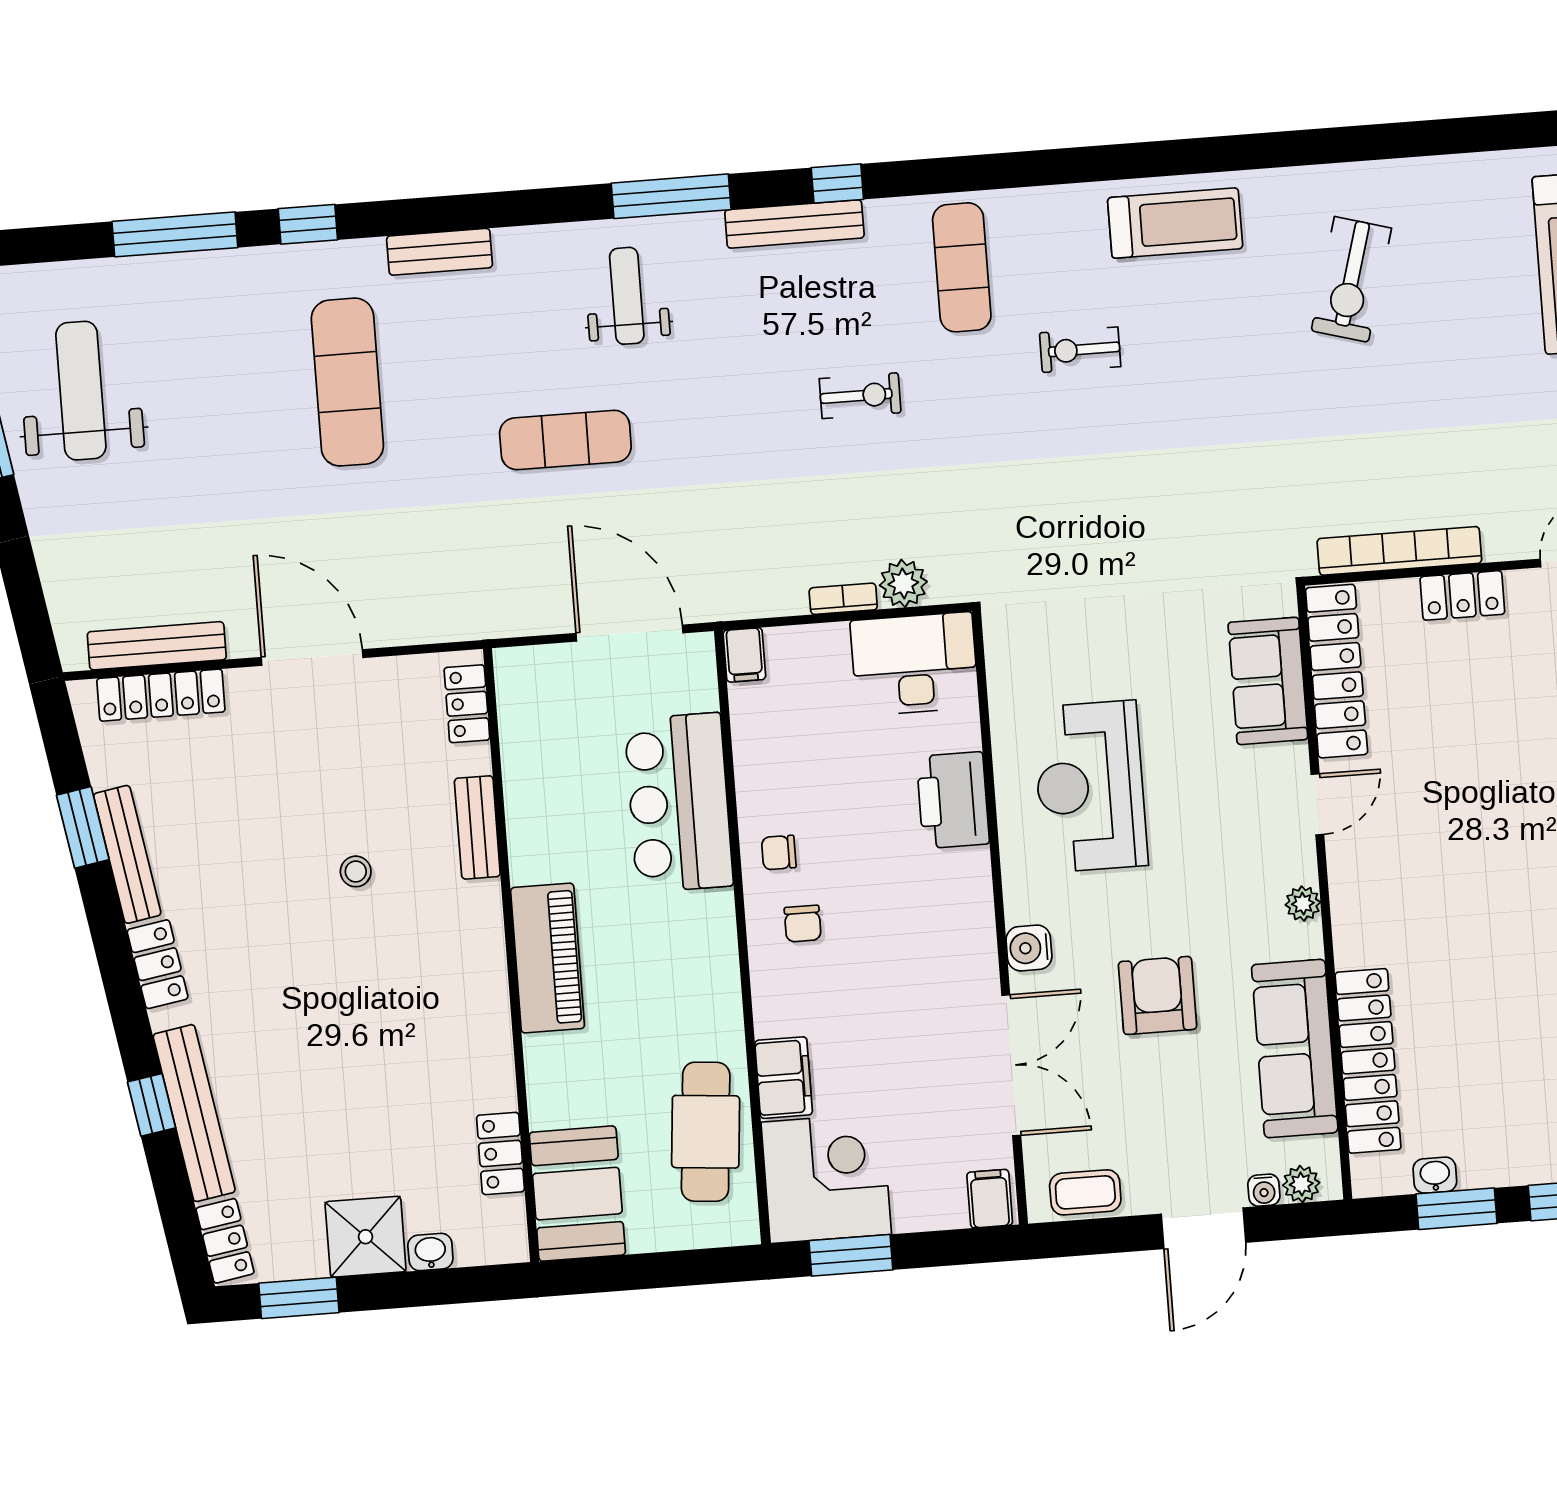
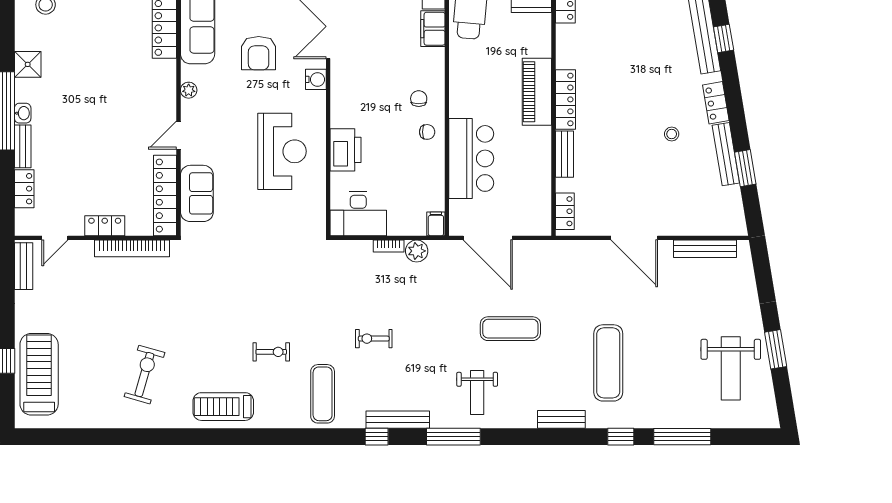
plant: (903, 583) -> (417, 251), moved
locker: (161, 695) -> (565, 99), moved, turned 90
stool: (356, 871) -> (672, 134), moved

